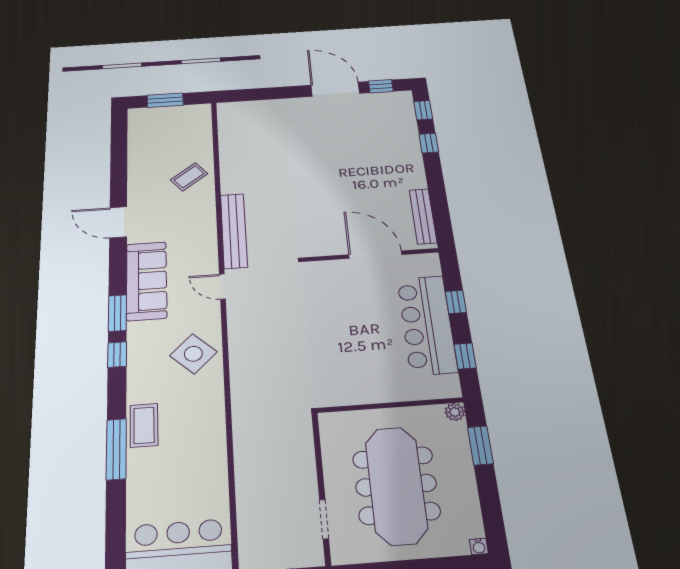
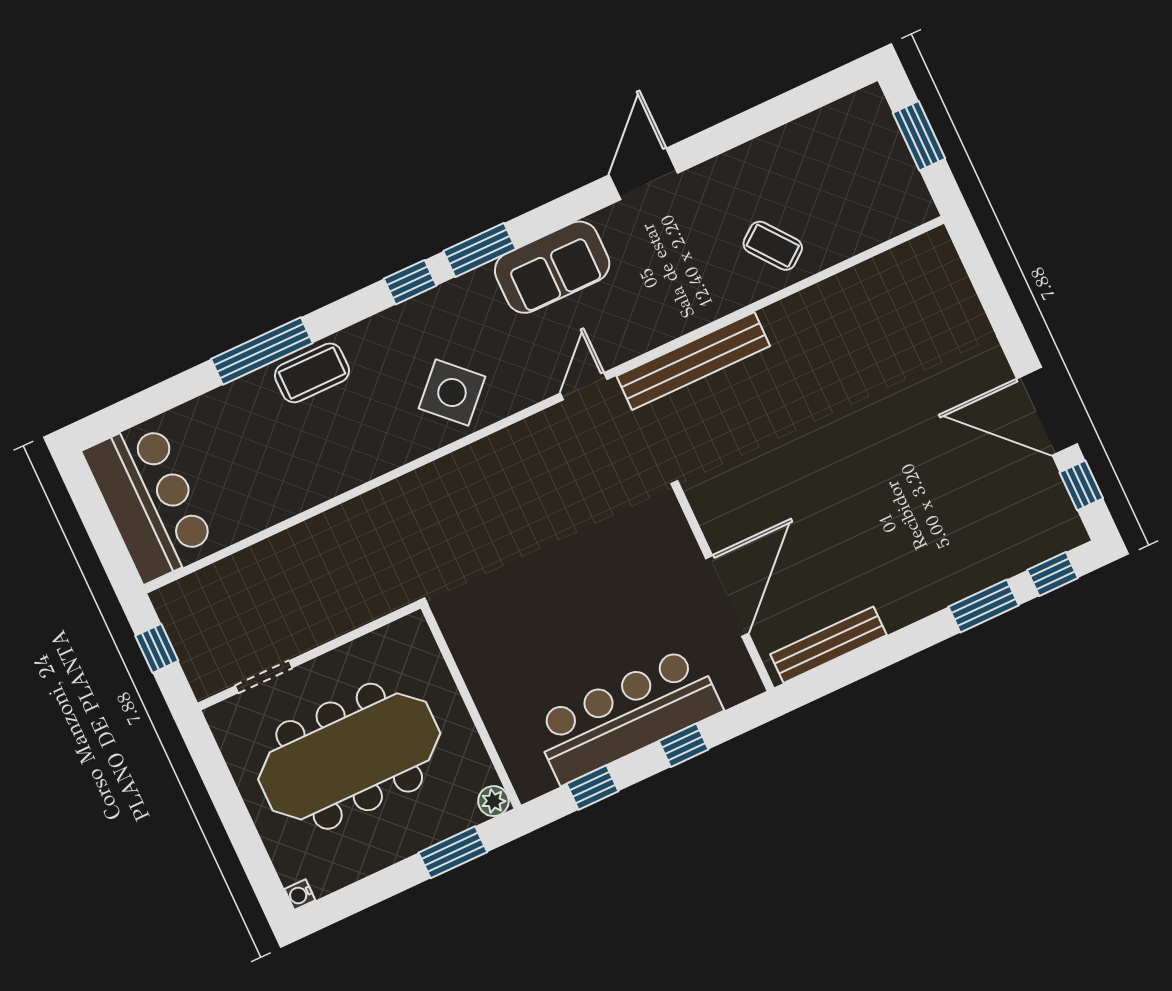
door: (335, 89) -> (1047, 411), swing flipped
window: (429, 143) -> (984, 606), width x1.50
sofa: (147, 281) -> (552, 267), width x0.73

